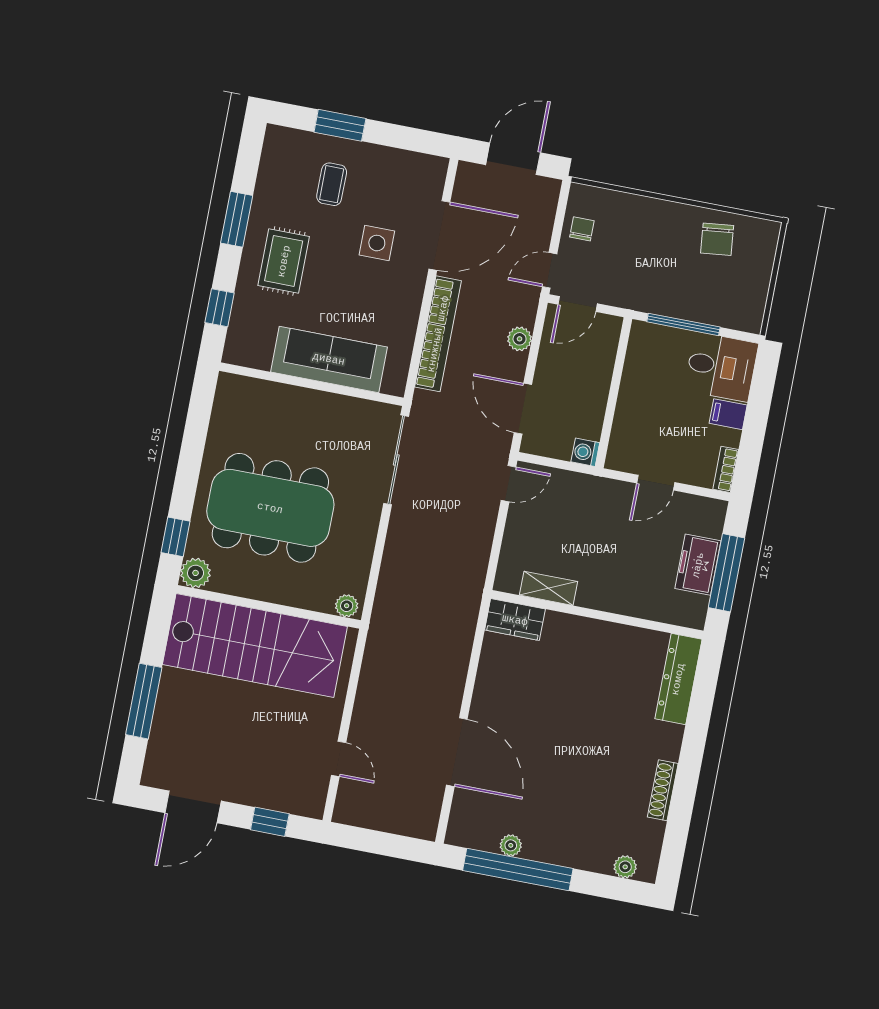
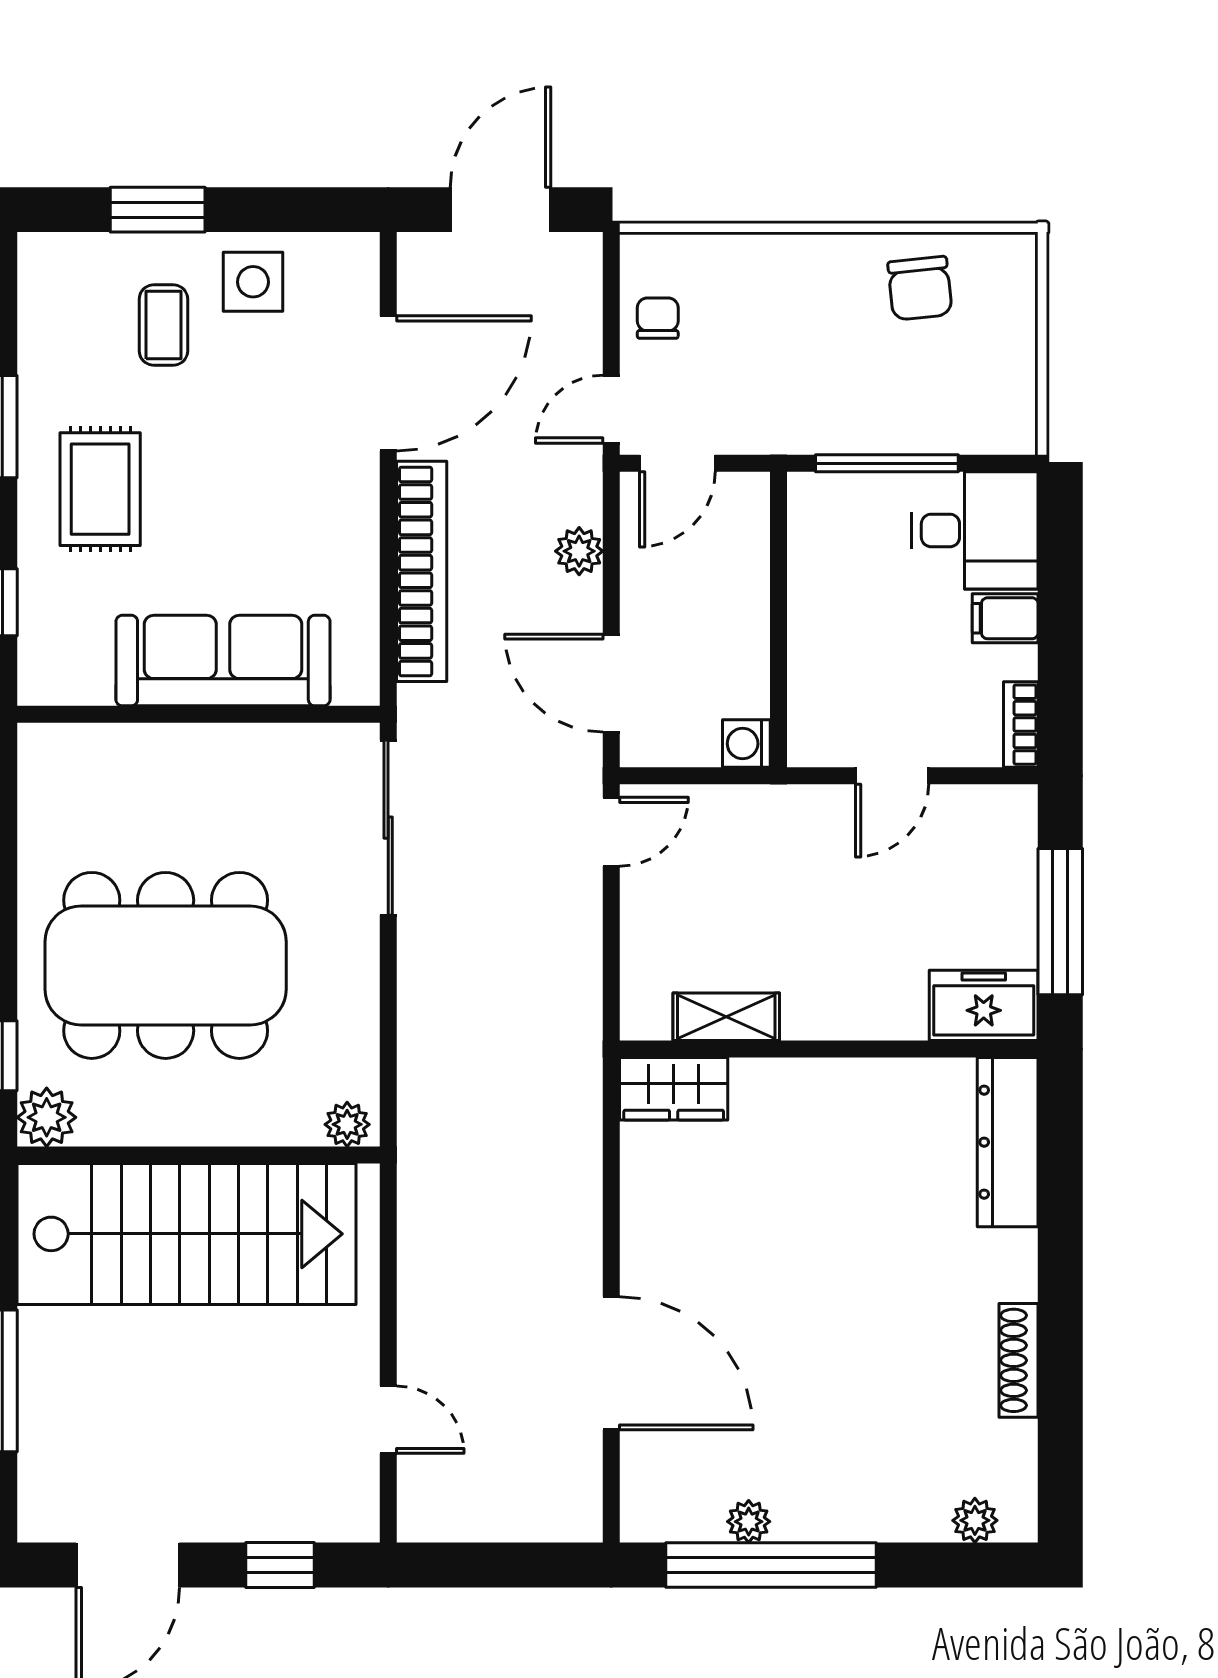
side table: (377, 243) -> (253, 282), moved
freezer: (698, 565) -> (984, 1005), moved, turned 90

